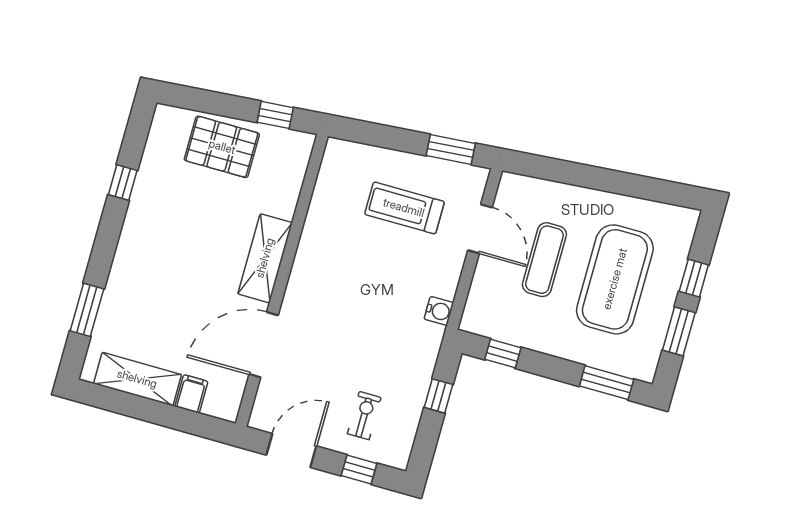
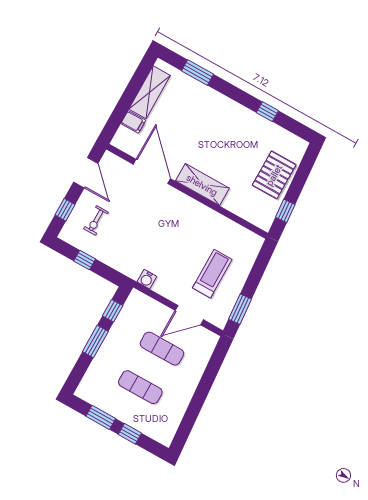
exercise mat: (615, 279) -> (140, 387), width x0.50, depth x0.69
window: (607, 383) -> (95, 342), moved
window: (439, 396) -> (85, 260), moved
exercise bike: (364, 415) -> (96, 220), turned 90

